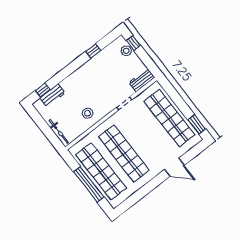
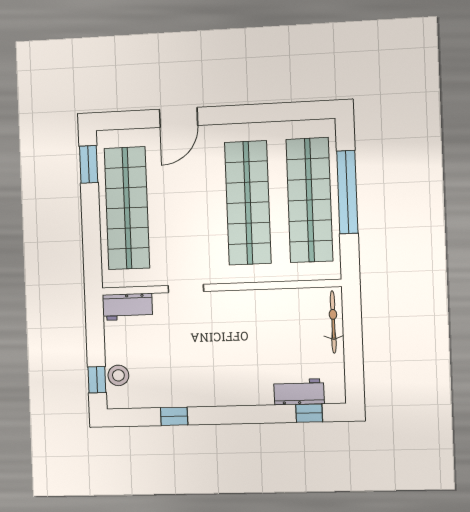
stool: (88, 113) -> (260, 317), removed
door: (174, 167) -> (179, 117), swing flipped

